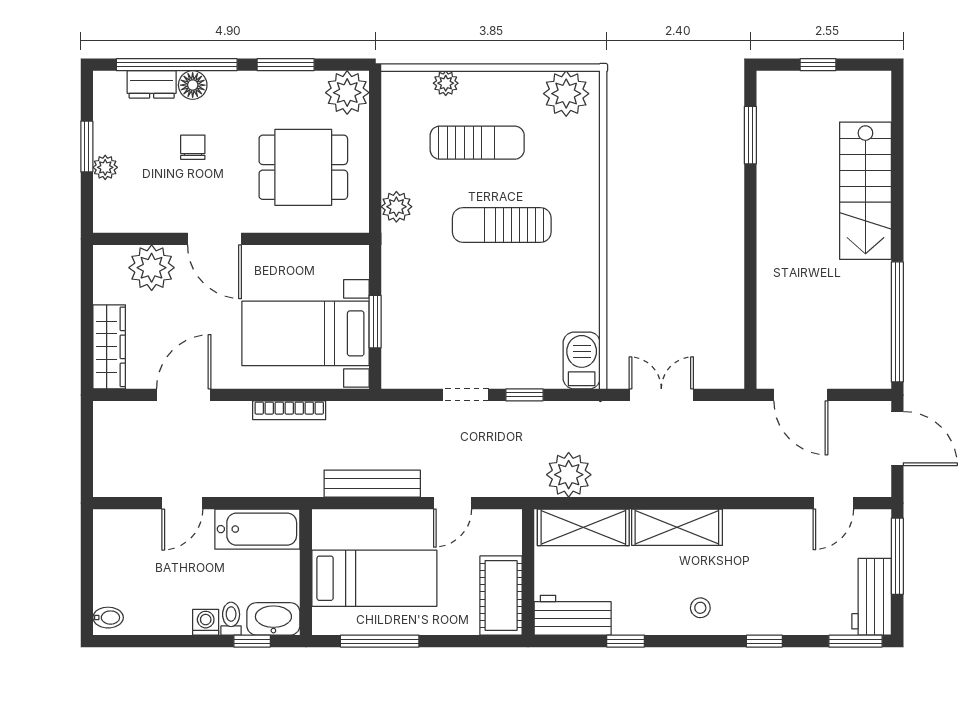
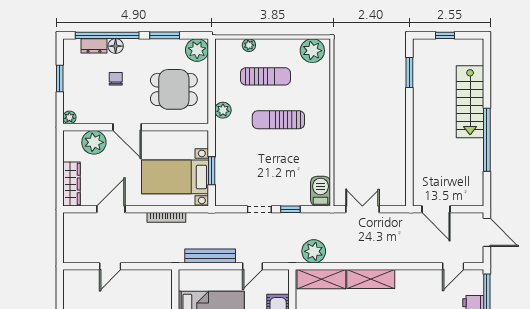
plant: (105, 167) -> (69, 117), moved
window: (897, 322) -> (487, 140), moved
bathtub: (257, 529) -> (150, 280), removed

